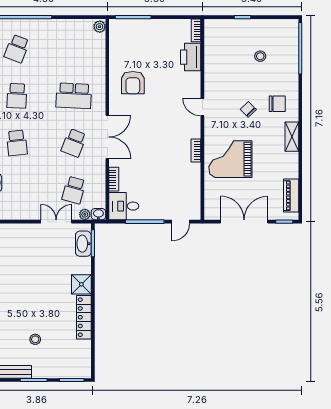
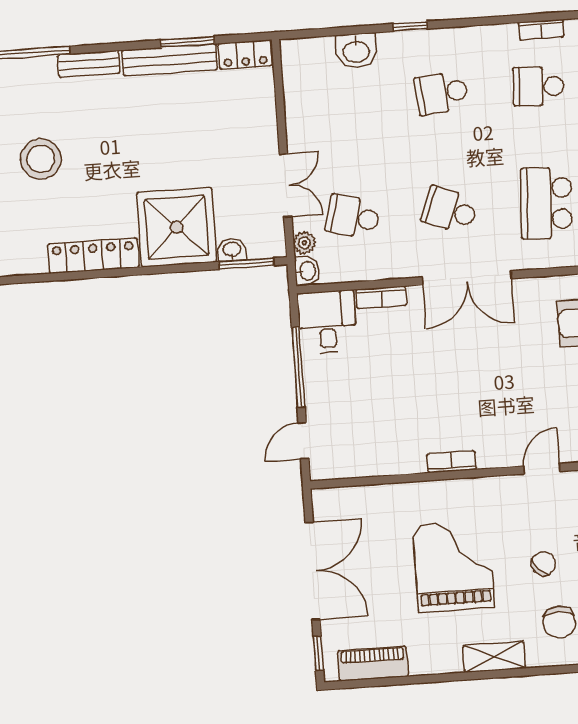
grand piano: (230, 159) -> (454, 566), moved
door: (181, 222) -> (303, 441), hinge flipped
washbasin: (83, 244) -> (232, 250), width x0.52, depth x0.69
shower: (81, 284) -> (177, 227), width x1.86, depth x1.86
stool: (35, 339) -> (41, 159), width x1.89, depth x1.89

